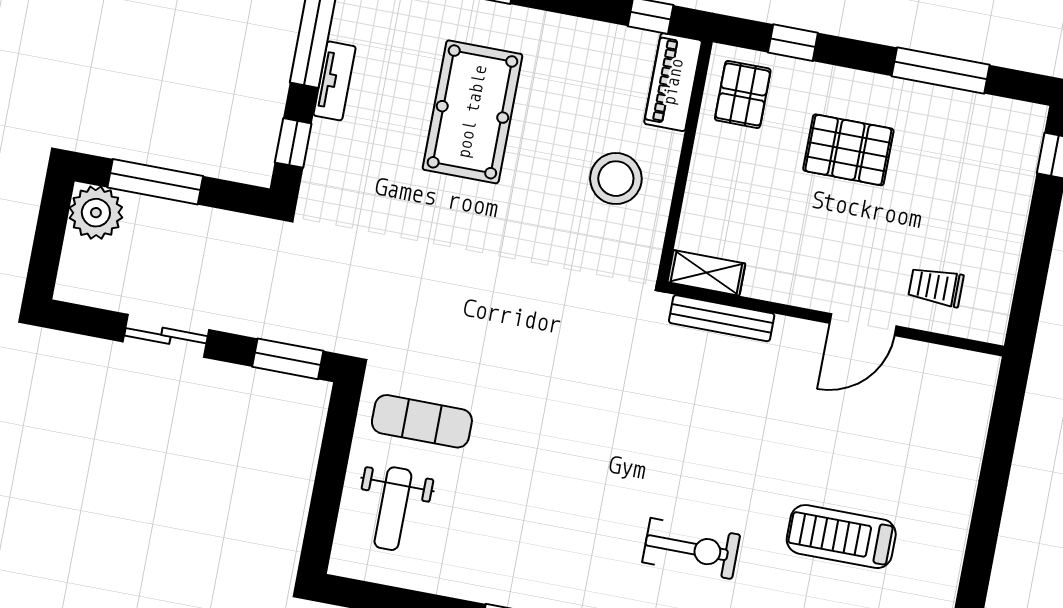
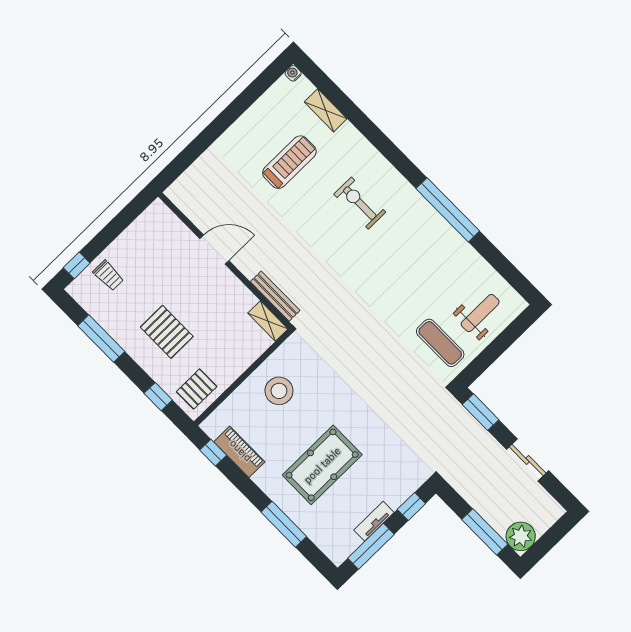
piano: (673, 82) -> (239, 452), moved, turned -90
trolley: (936, 287) -> (108, 275), moved
treadmill: (841, 537) -> (289, 162), turned -90

